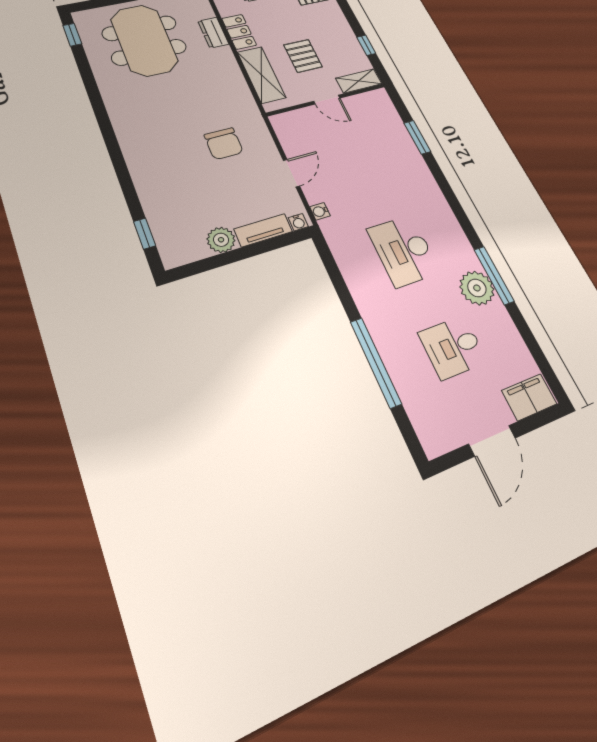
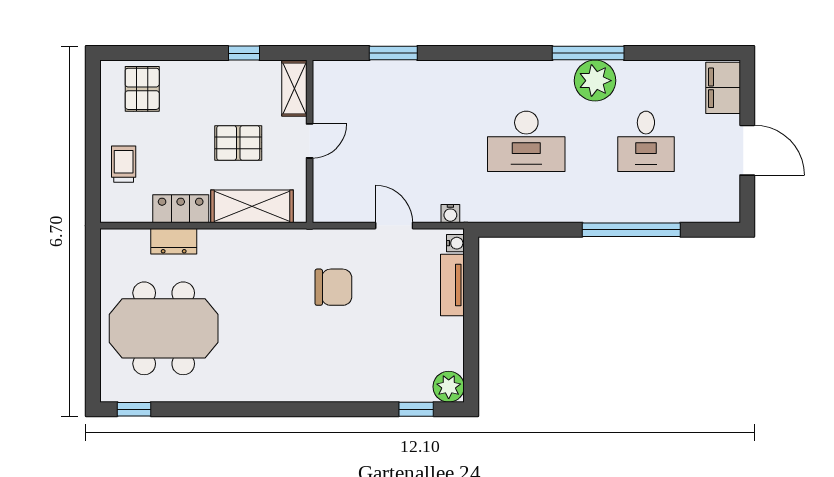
plant: (221, 240) -> (449, 387), moved

